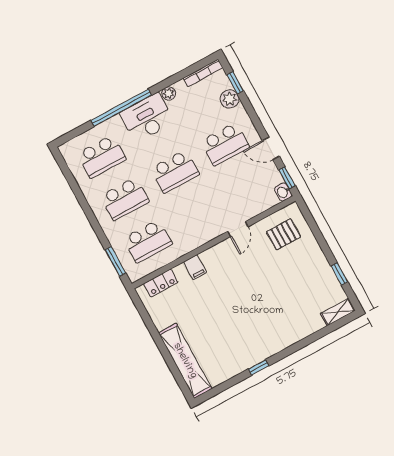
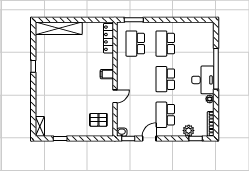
school desk: (102, 156) -> (195, 44), removed
door: (238, 229) -> (115, 96), swing flipped
pallet: (284, 234) -> (98, 120), turned 90
filing cabinet: (195, 267) -> (107, 74), moved
locker: (161, 283) -> (108, 38), width x1.53

